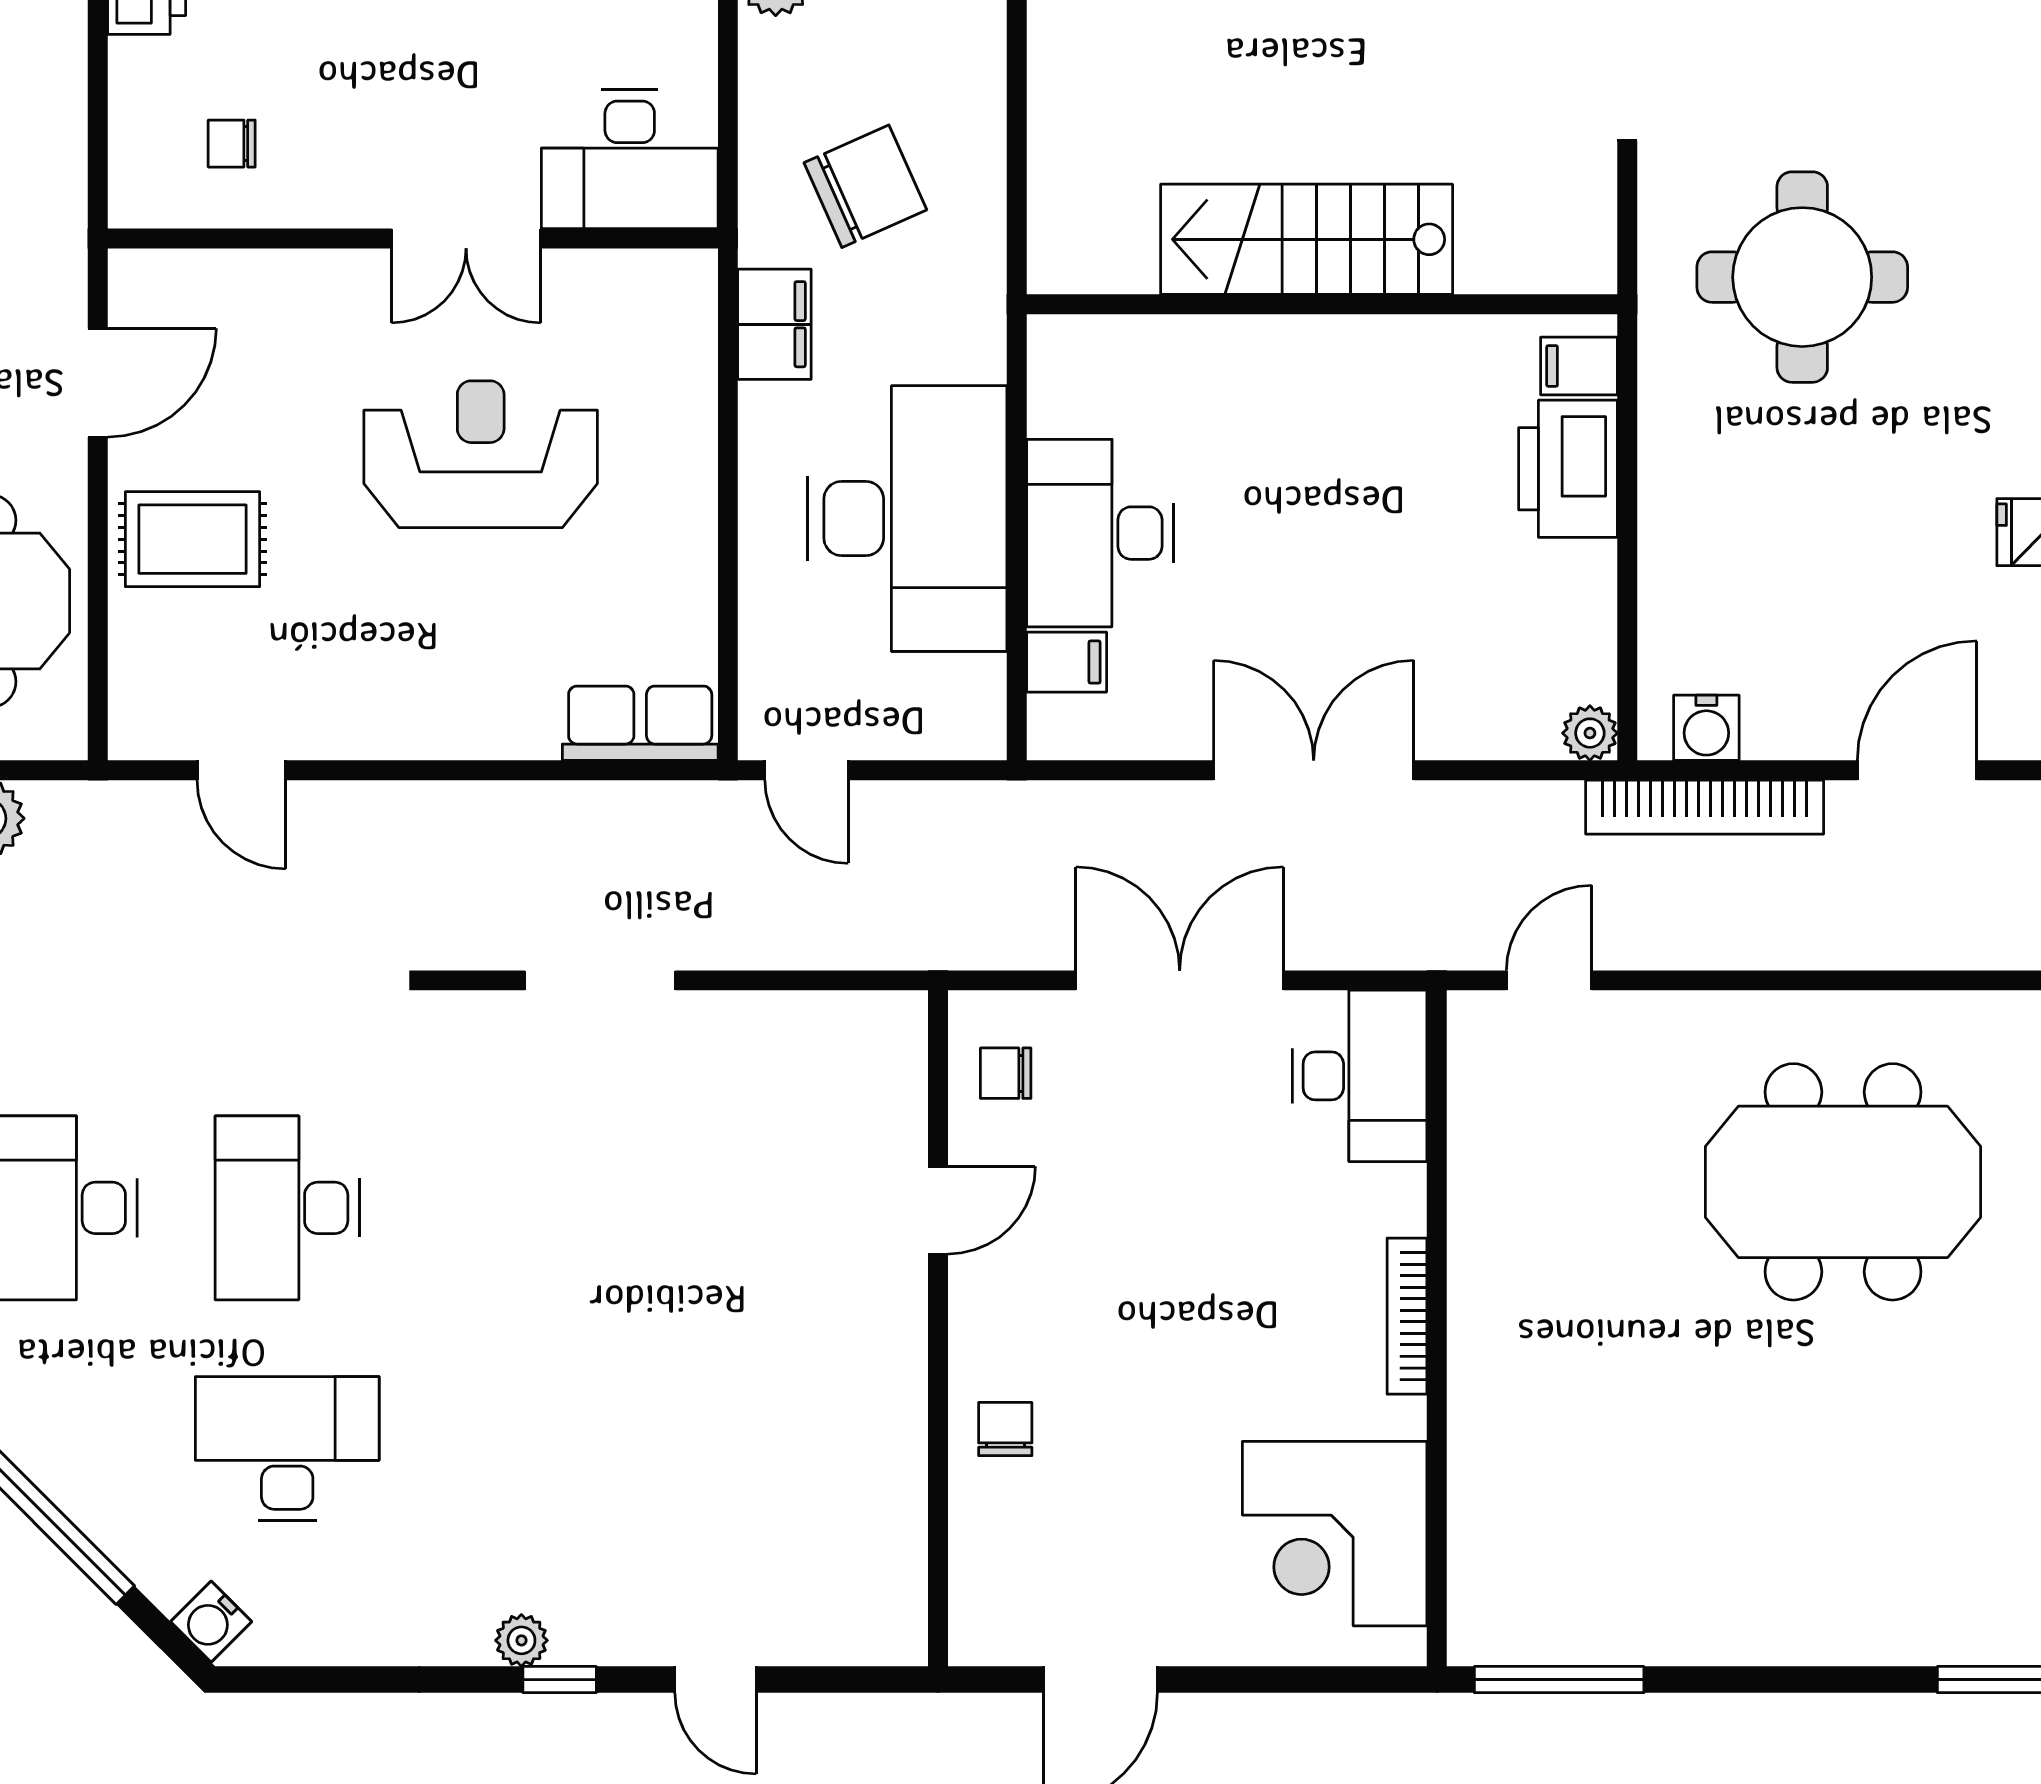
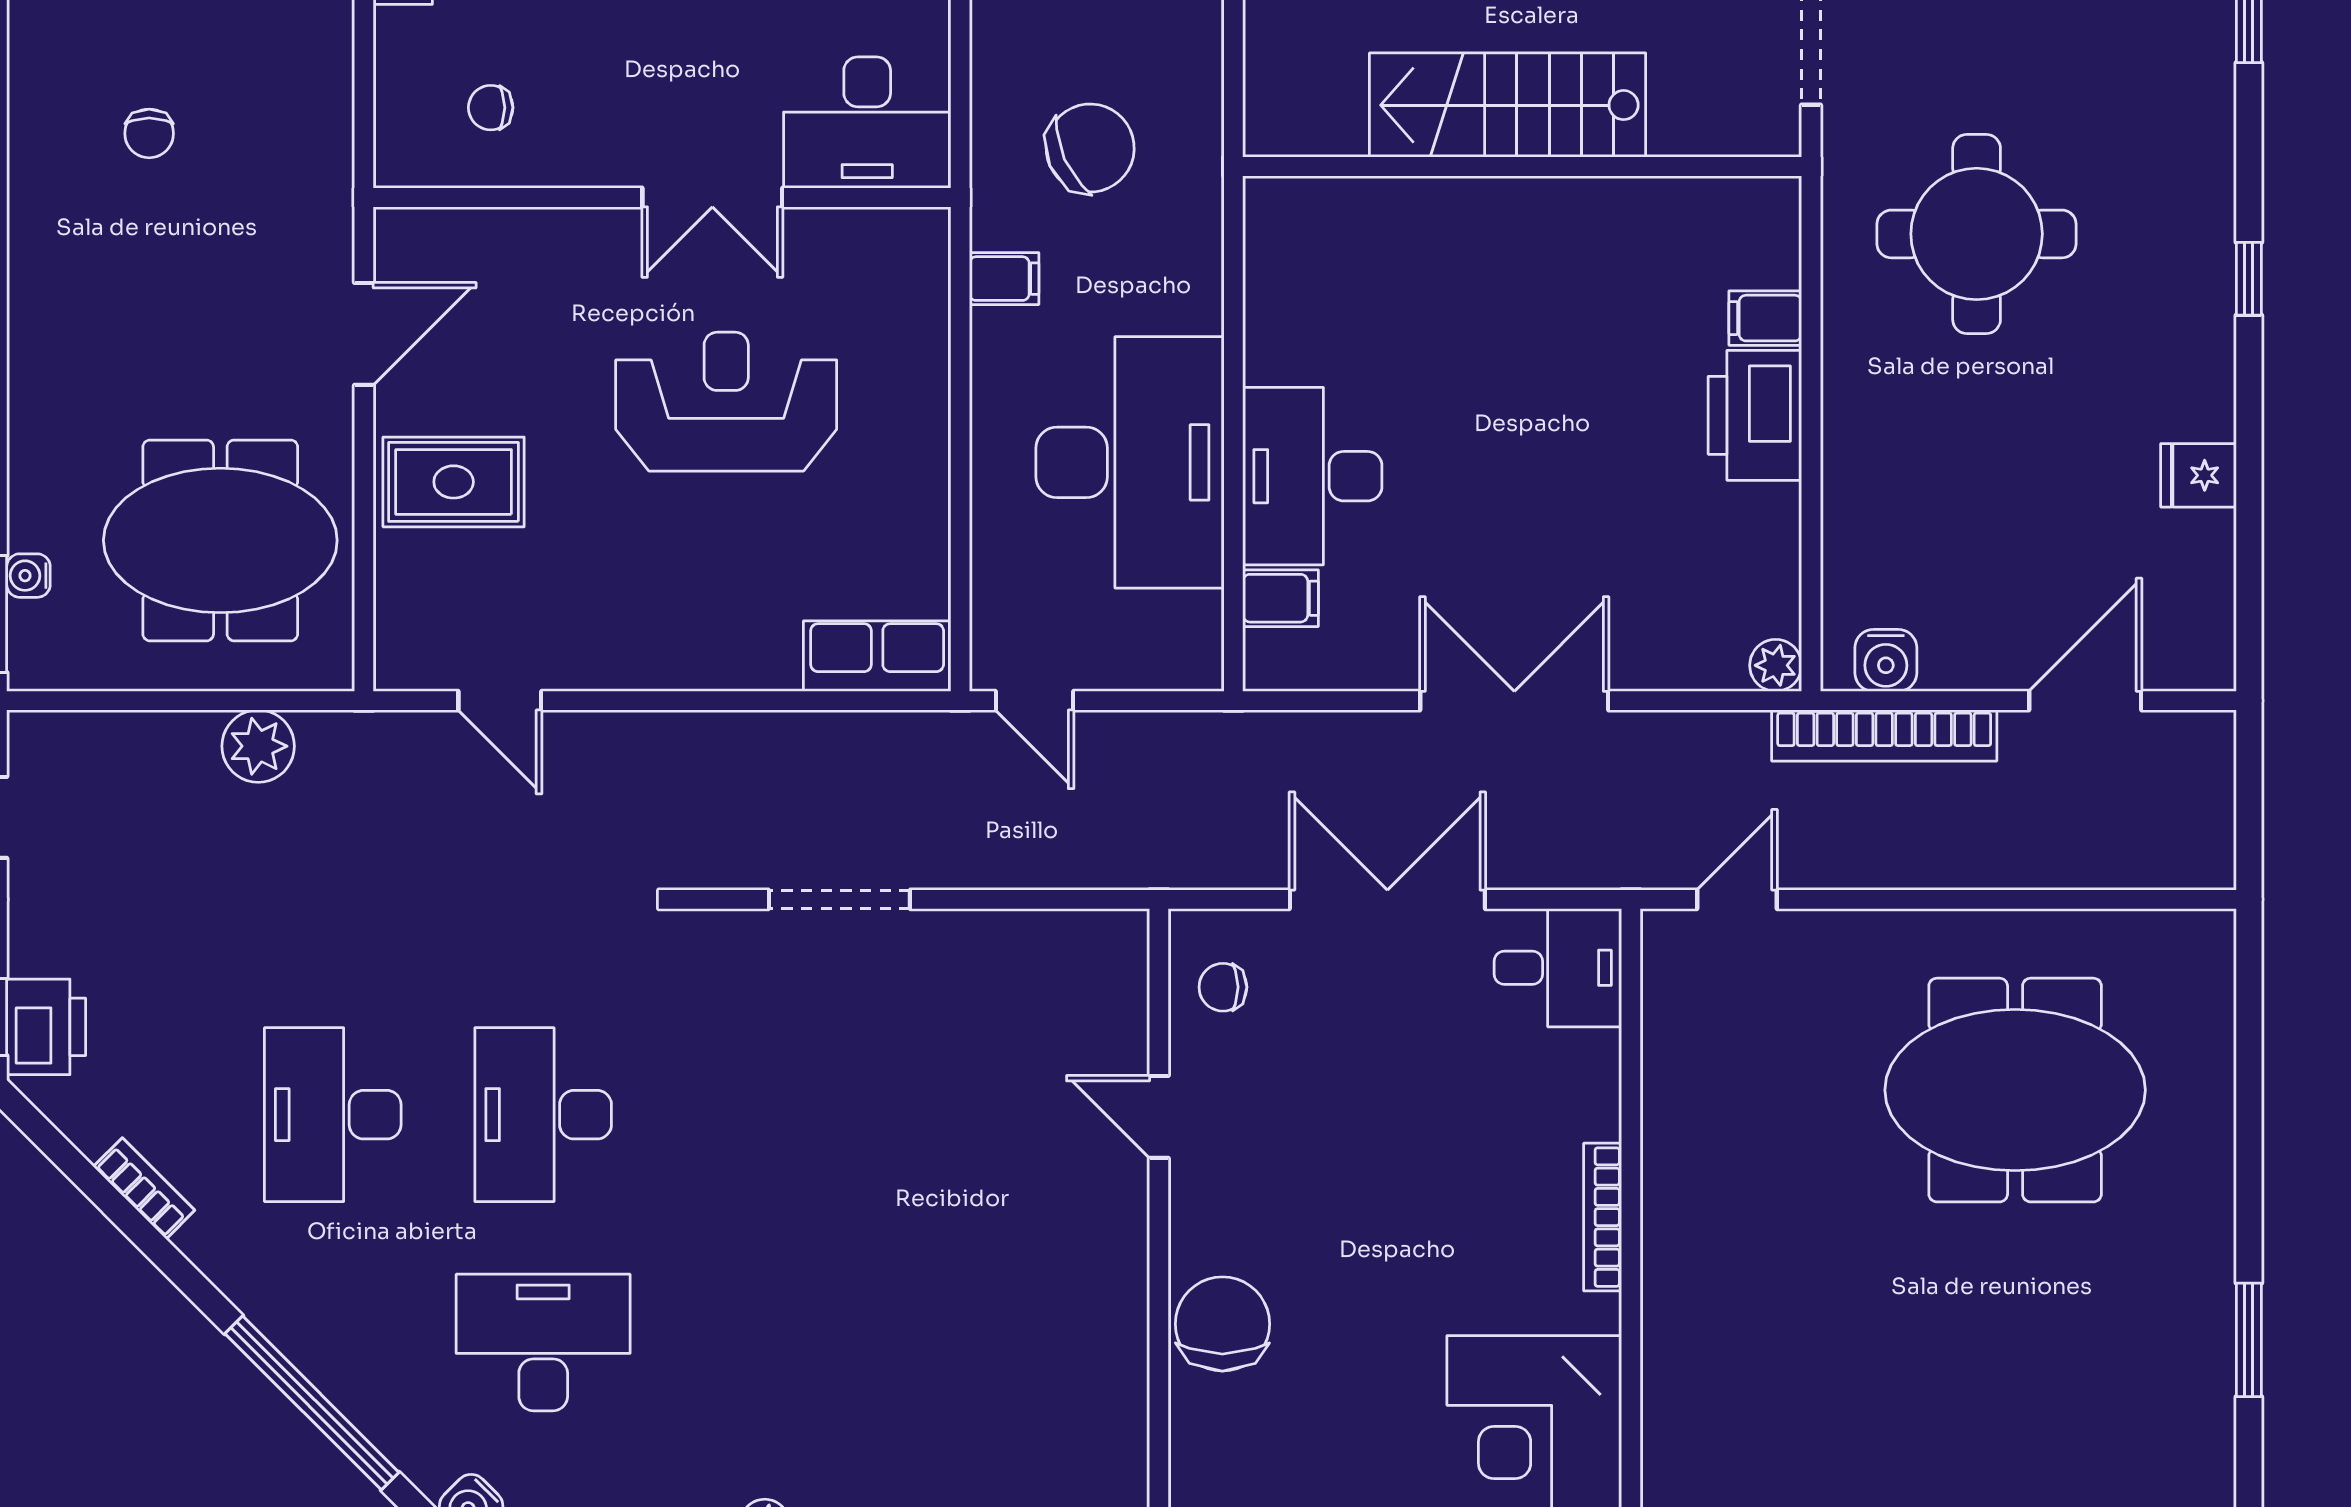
stairs: (1307, 239) -> (1508, 105), moved
wall: (1322, 304) -> (1522, 166), moved
filing cabinet: (774, 324) -> (1004, 279), width x0.50
desk: (1360, 1076) -> (1558, 968), width x0.73
door: (938, 1210) -> (1159, 1117), swing flipped
chair: (1005, 1429) -> (1222, 1324), width x1.87, depth x1.87

